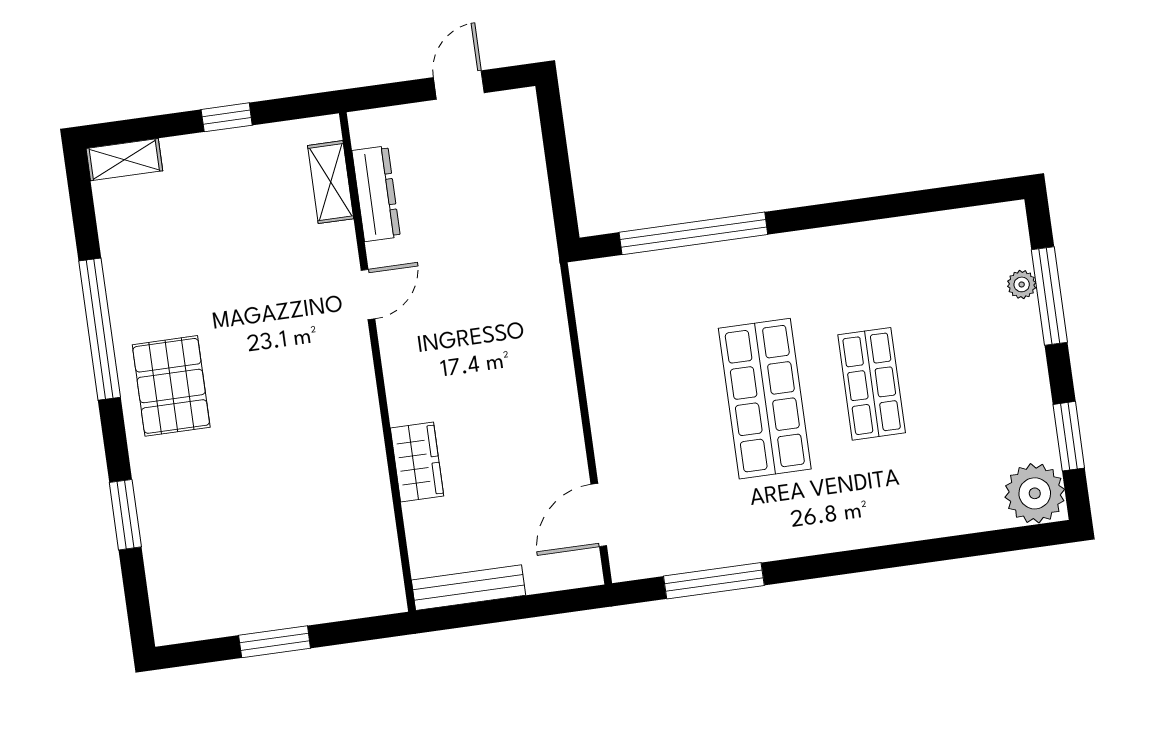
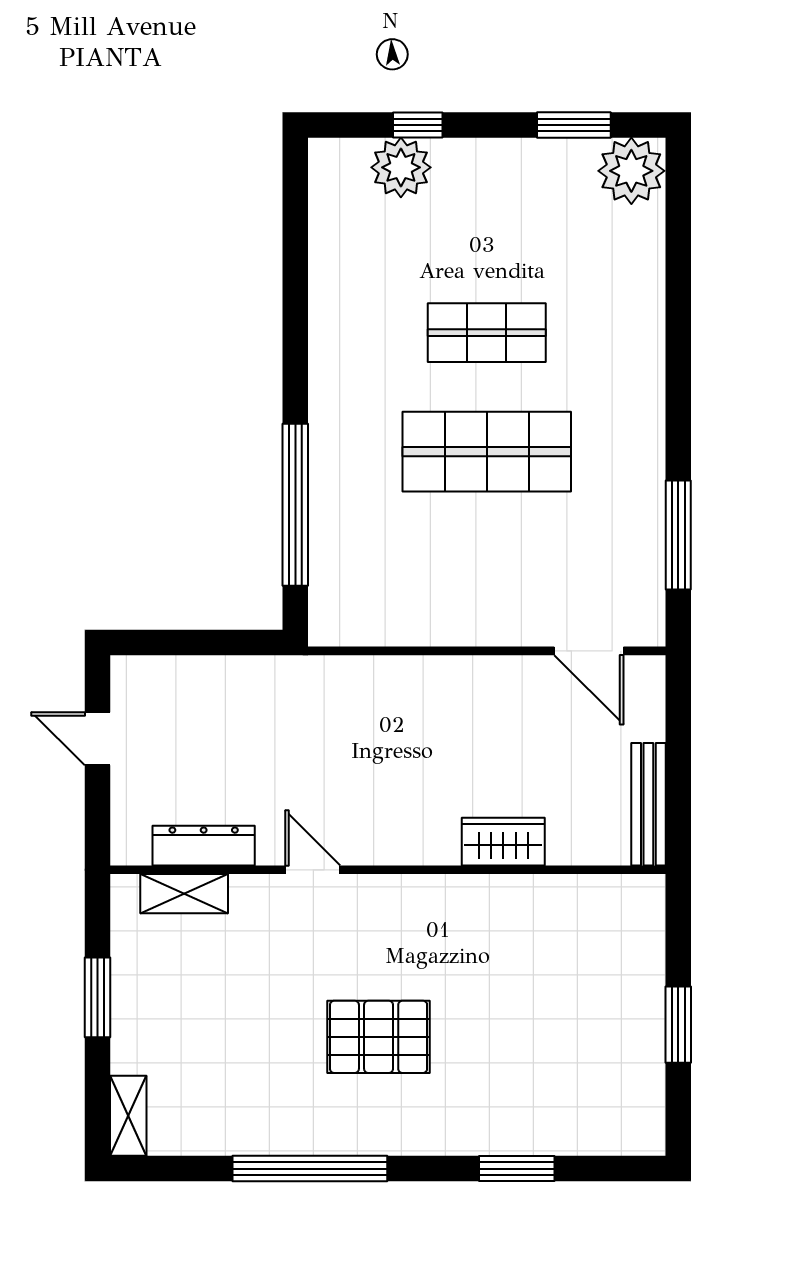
window: (227, 117) -> (97, 997), width x1.50
plant: (1022, 284) -> (401, 167), width x1.87, depth x1.87
window: (1049, 296) -> (418, 125), width x0.46
pallet: (171, 386) -> (379, 1037), moved

